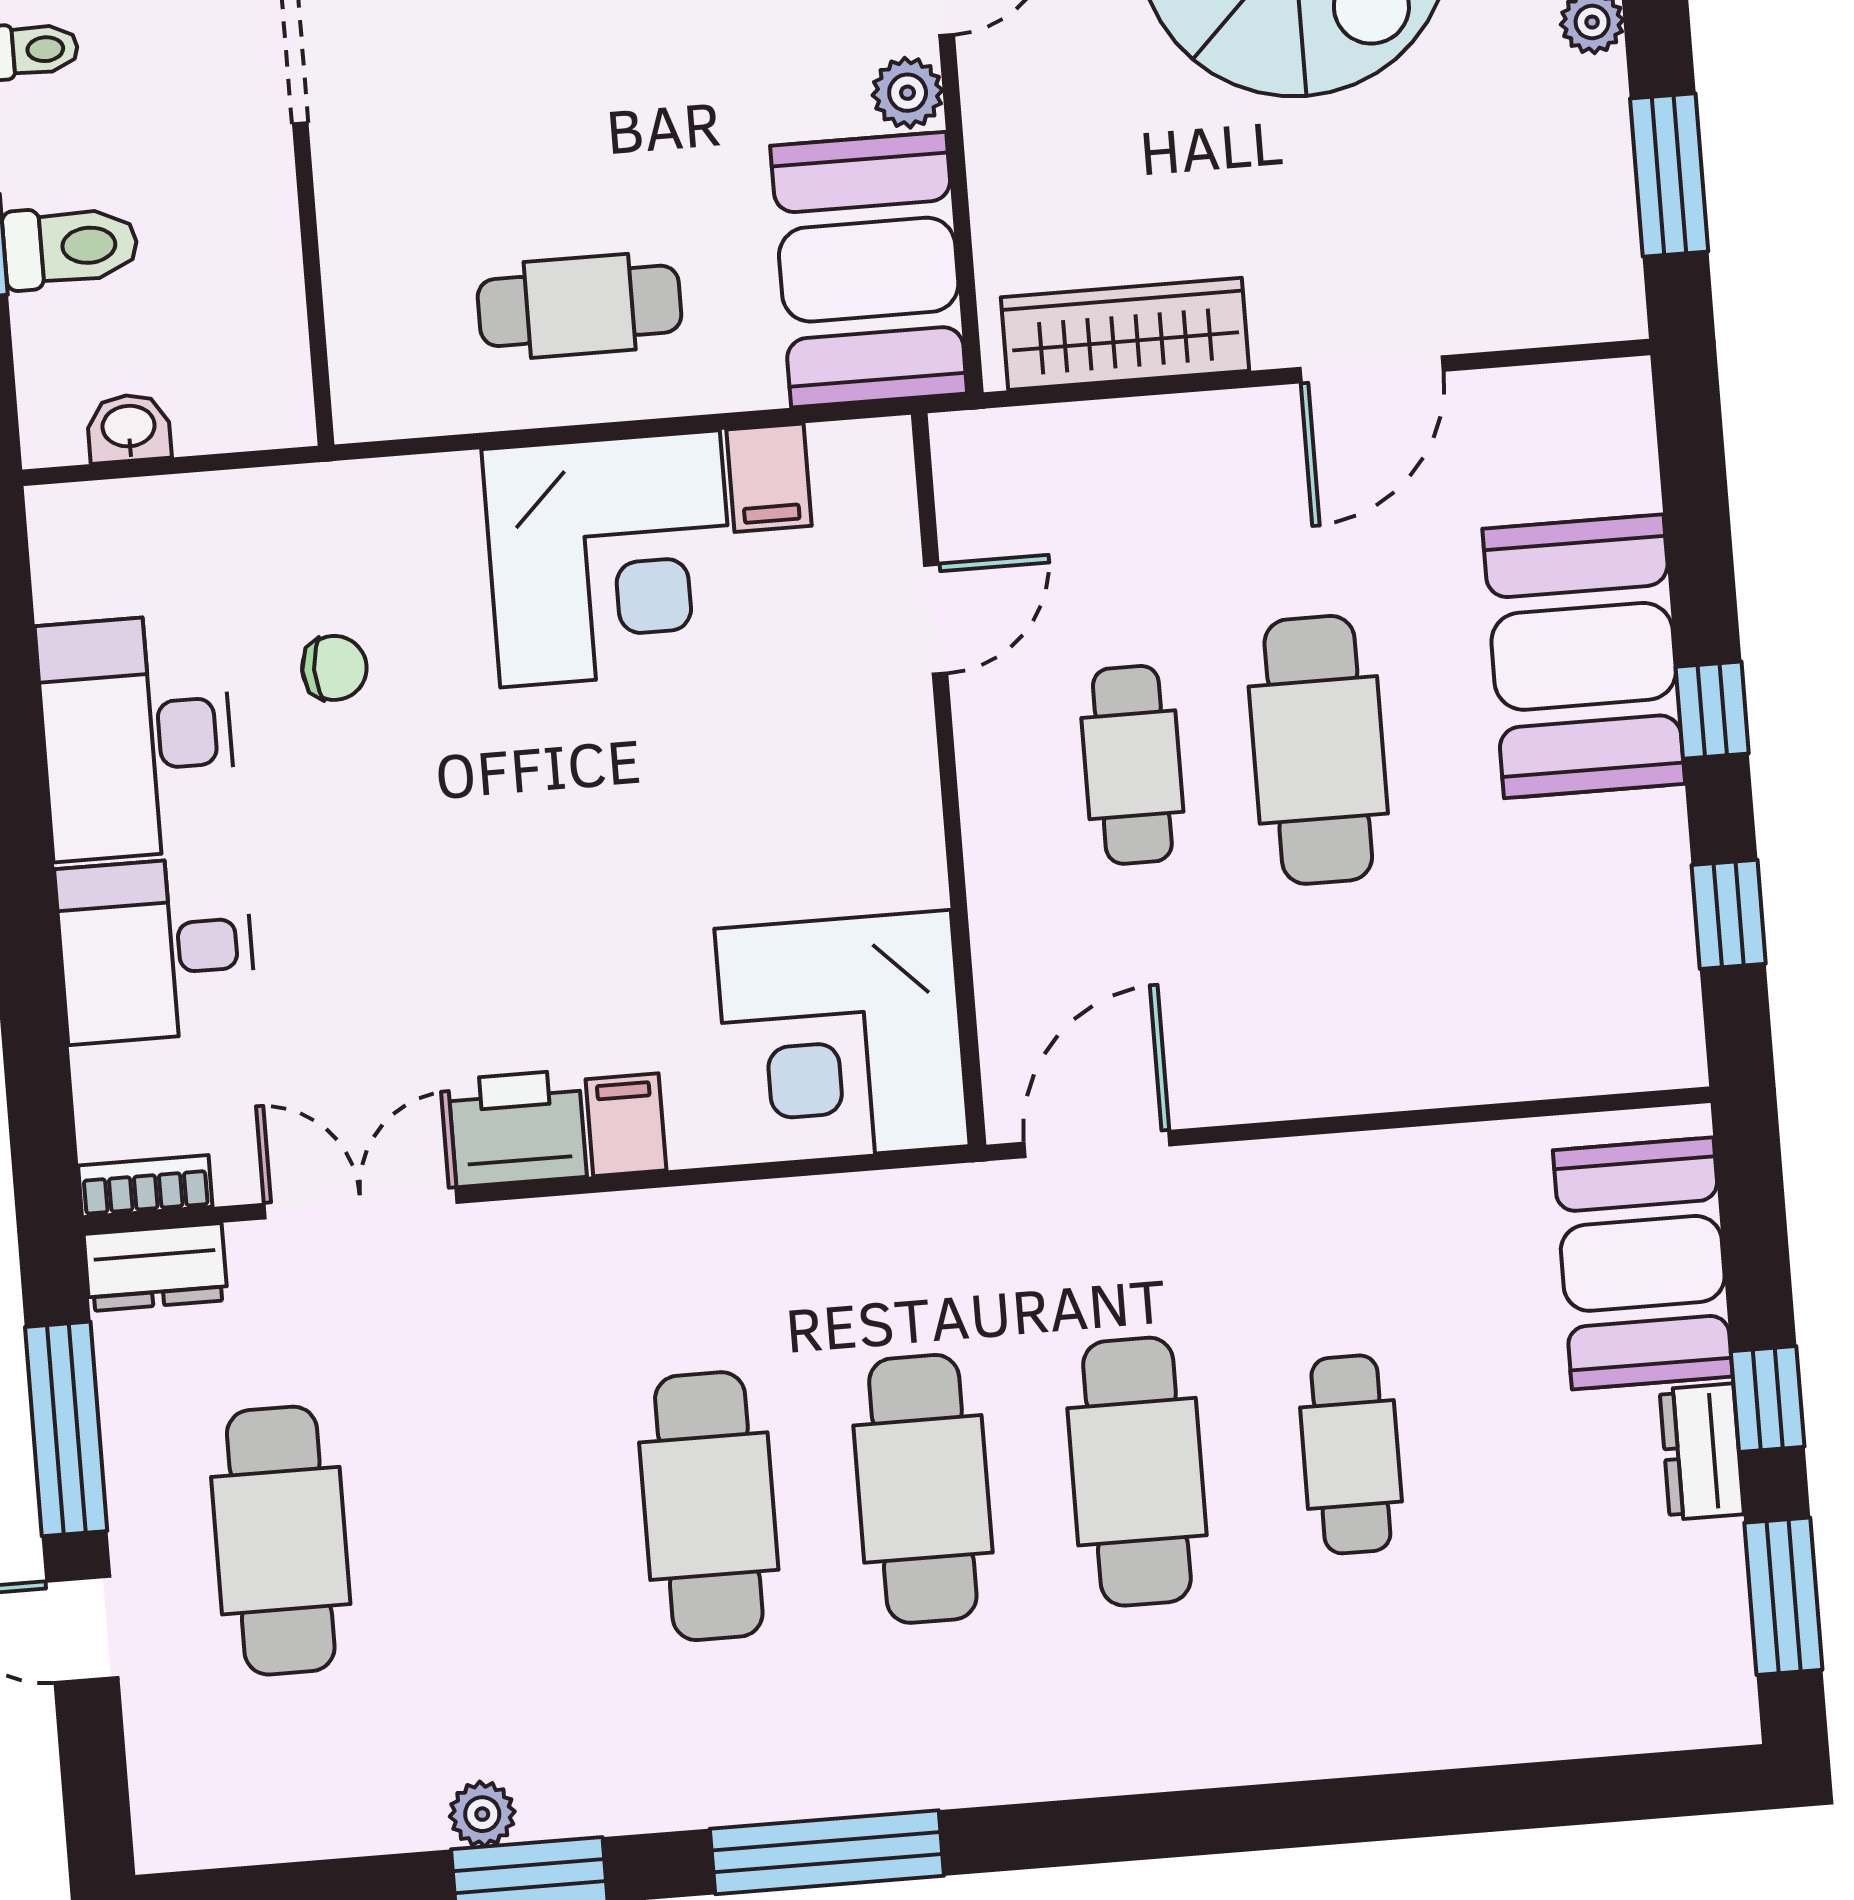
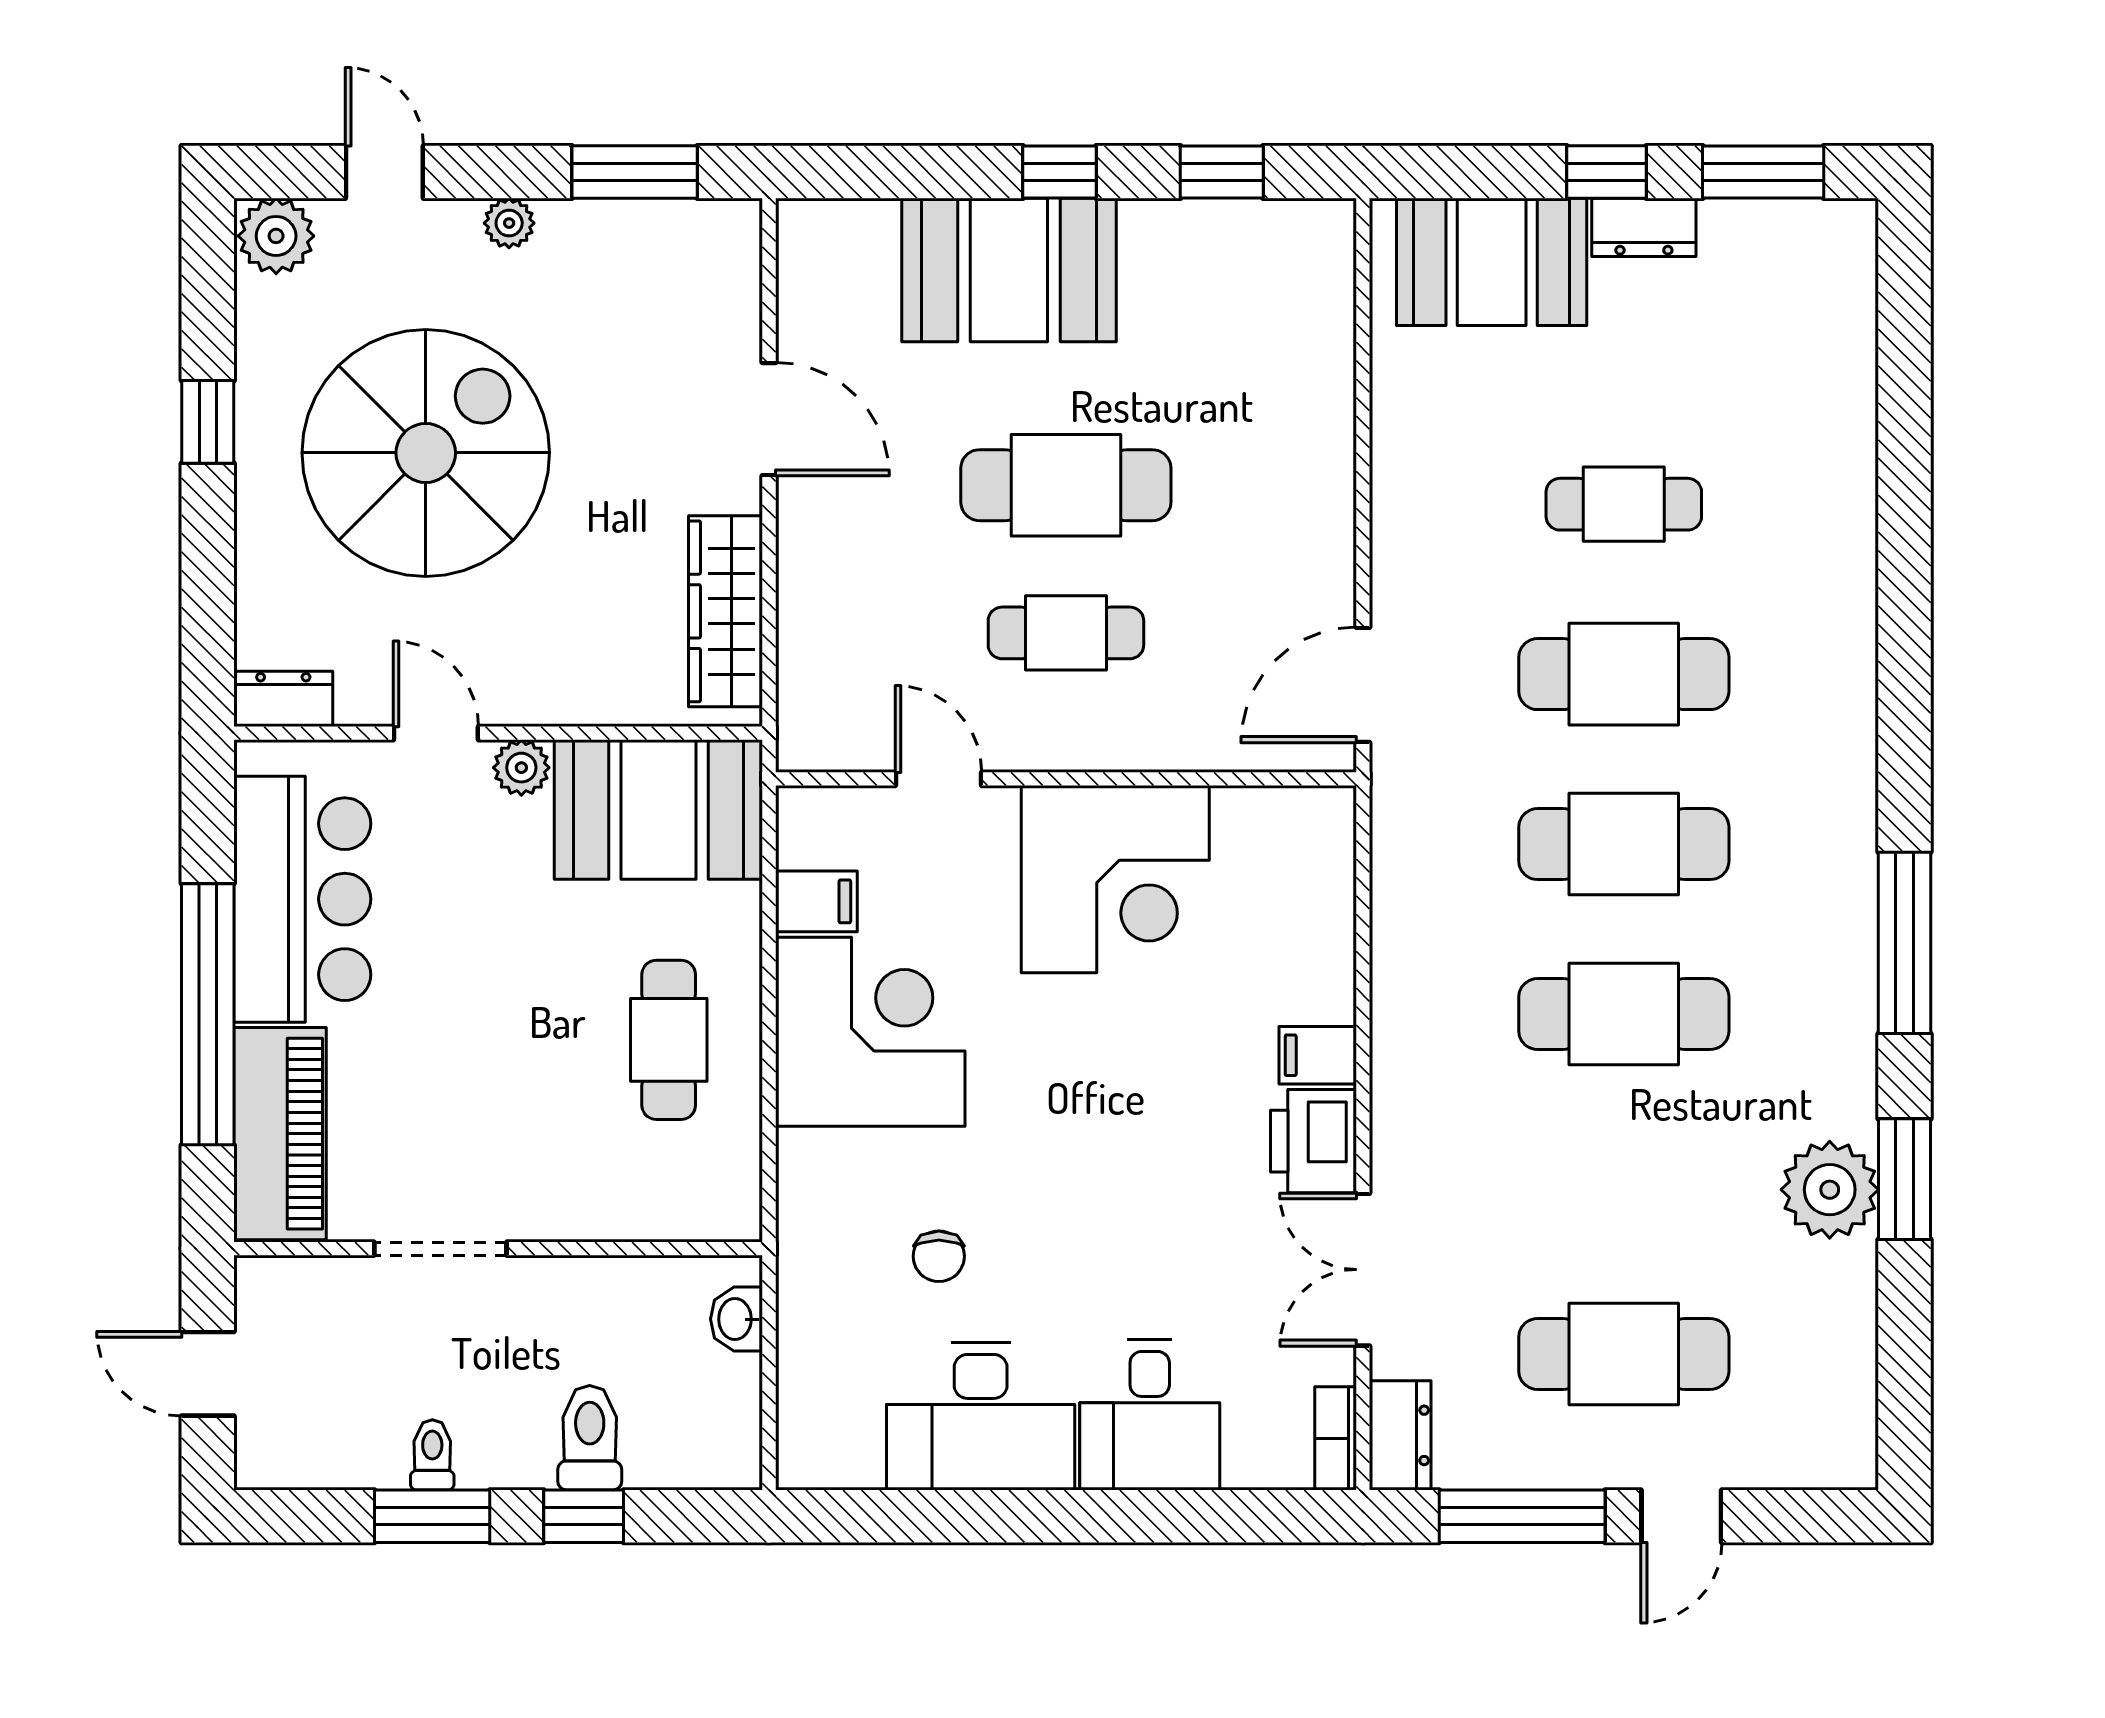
washbasin: (129, 428) -> (737, 1319), moved
chair: (334, 668) -> (939, 1256), turned 180
corner desk: (842, 1037) -> (1115, 879), moved
door: (1097, 1144) -> (1363, 685), hinge flipped
plant: (482, 1814) -> (1830, 1190), width x1.88, depth x1.88

